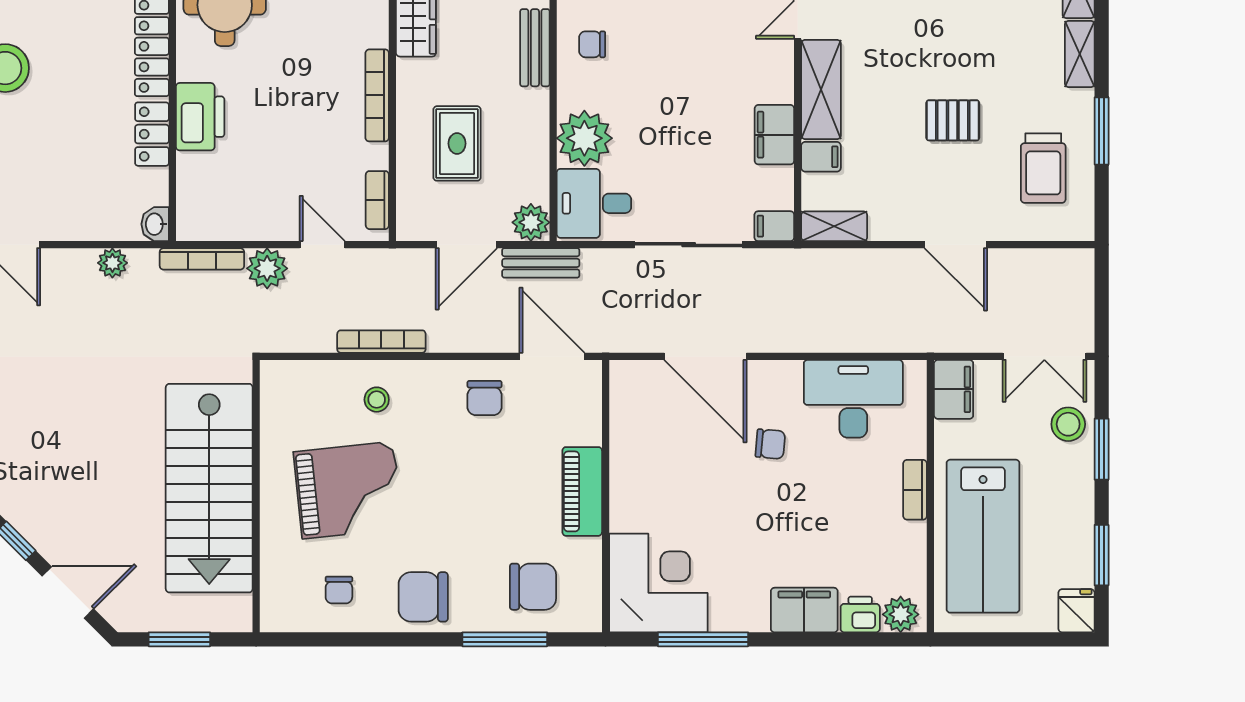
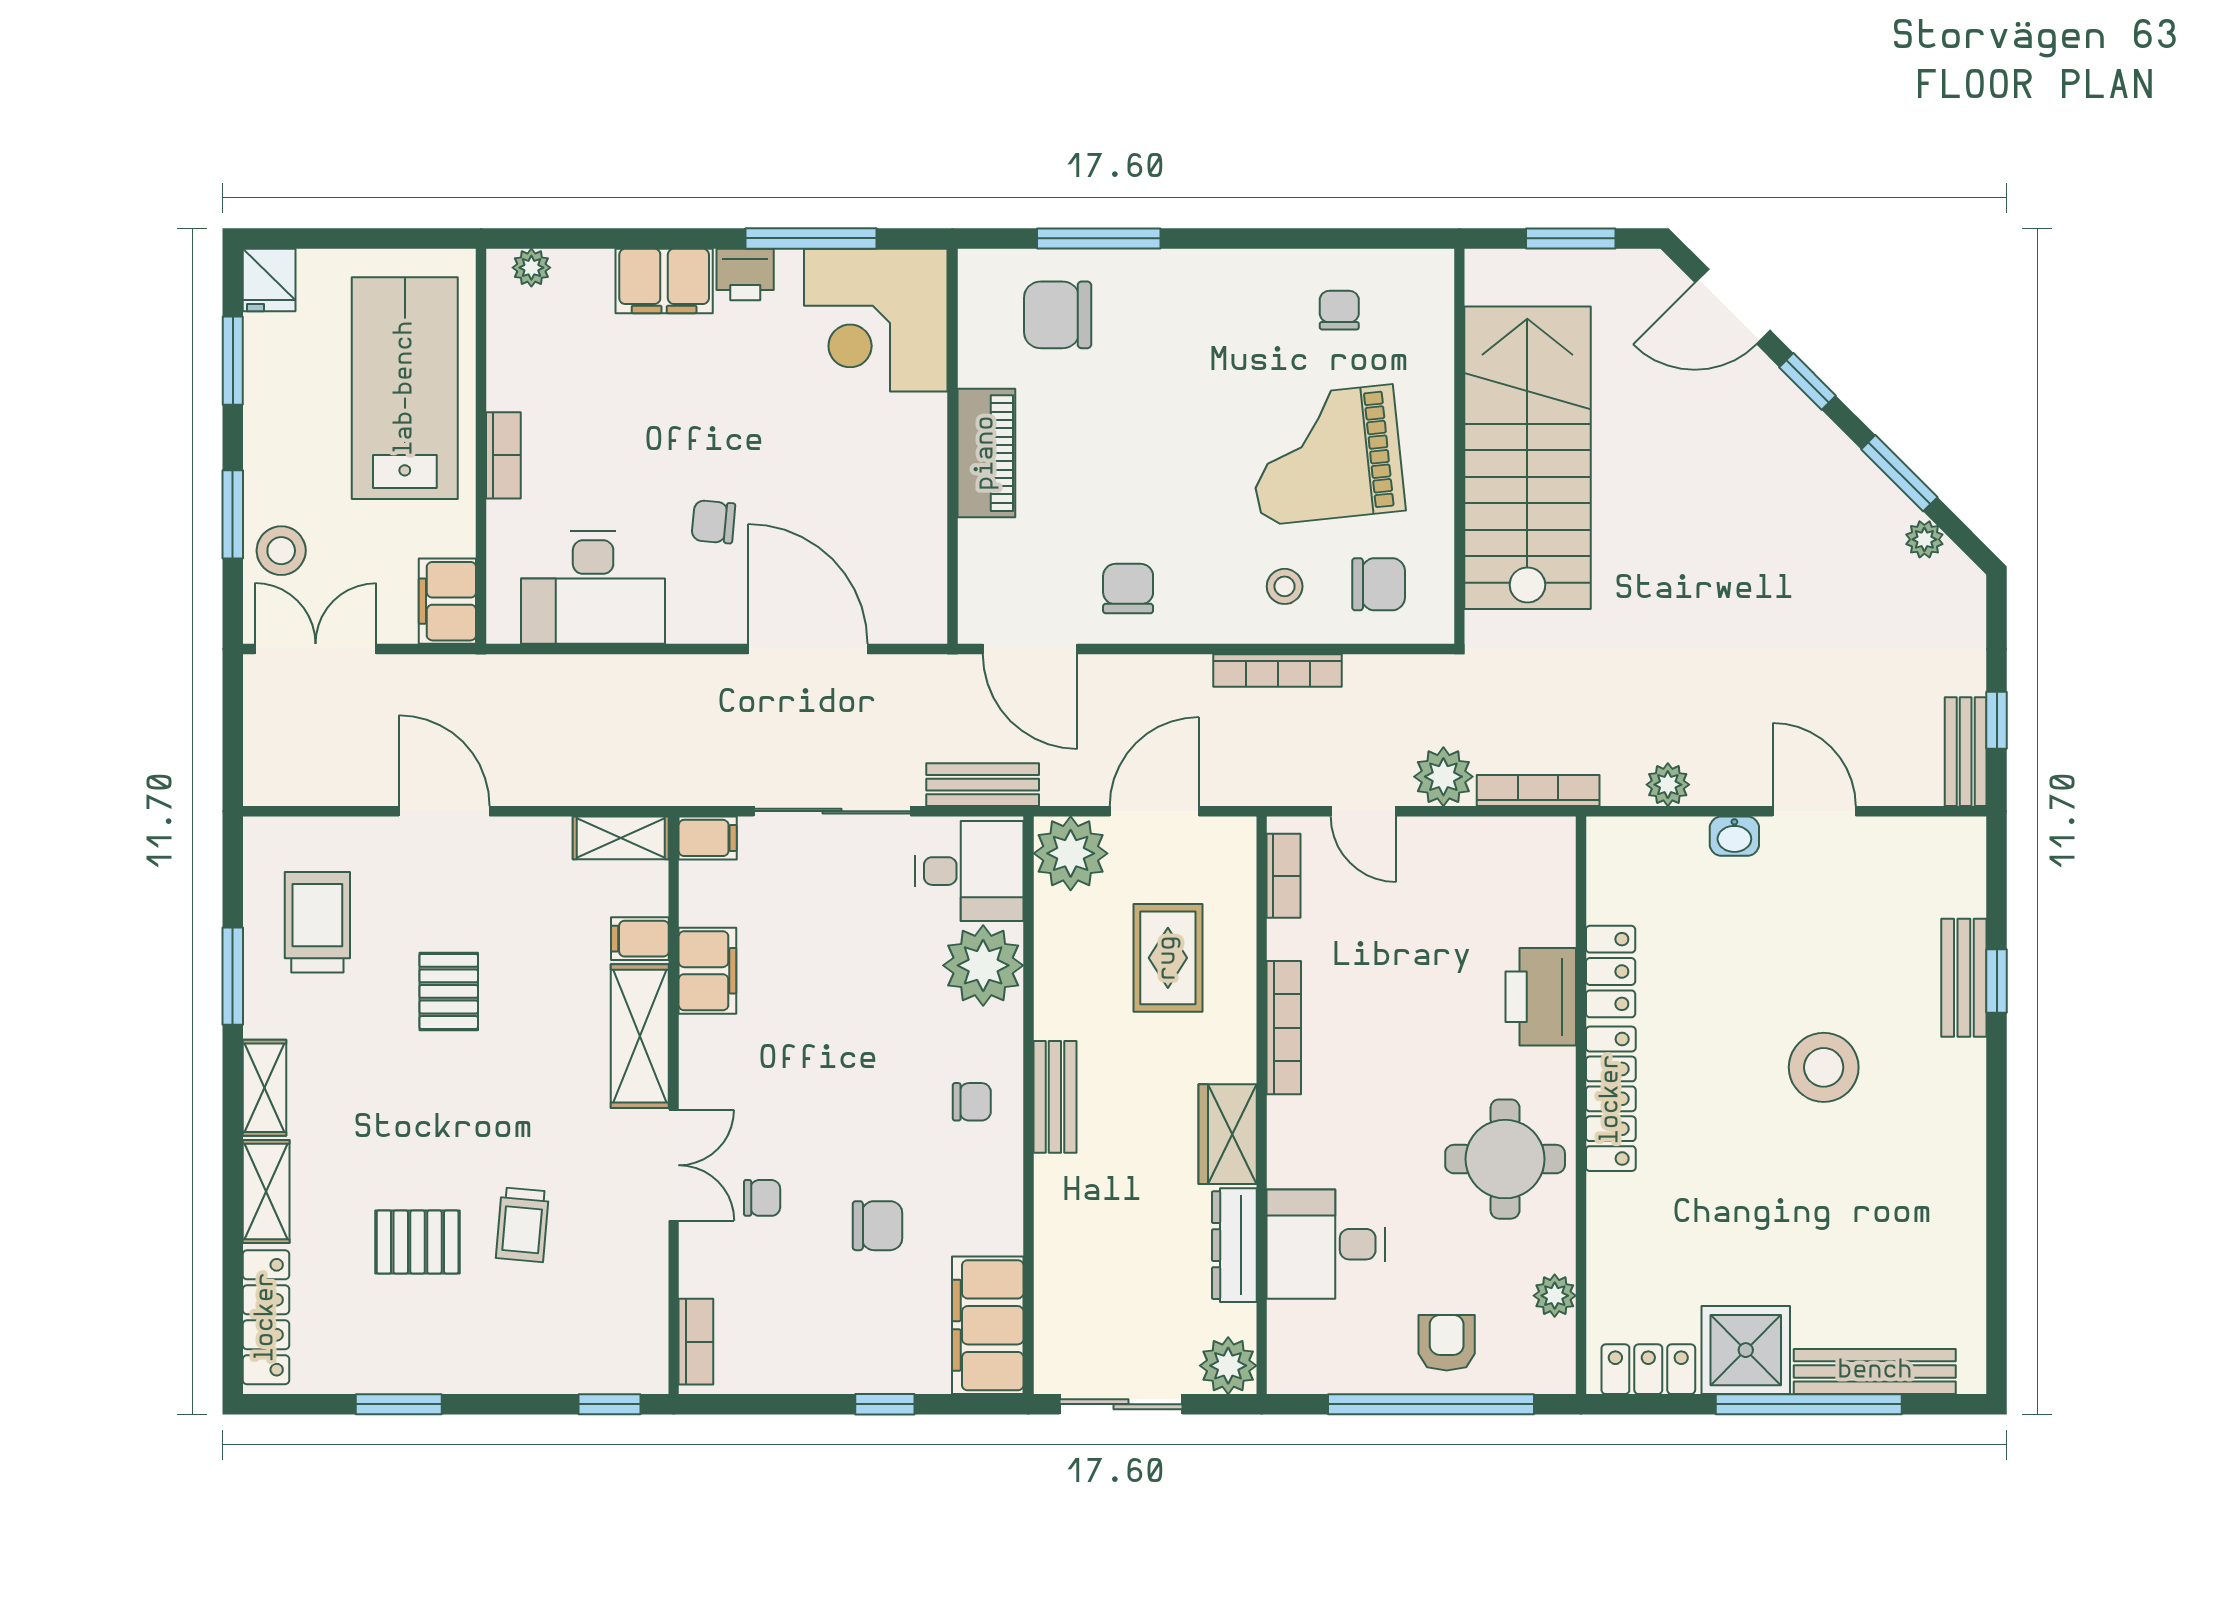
pallet: (953, 120) -> (449, 991), turned 90
plant: (531, 222) -> (1071, 853), width x1.36, depth x1.36
washbasin: (155, 224) -> (1734, 836), moved, turned 90
bench: (541, 263) -> (983, 785), moved
chair: (423, 597) -> (1379, 584), moved, width x0.73, depth x0.73
plant: (901, 614) -> (531, 268), width x0.73, depth x0.73
printer: (860, 615) -> (745, 274), moved

